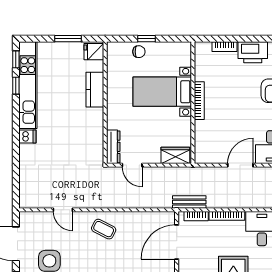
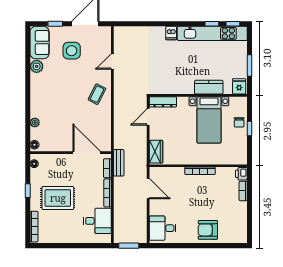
printer: (253, 52) -> (241, 174), moved, width x0.53, depth x0.68
bed with nightstands: (162, 92) -> (209, 120), moved, turned 180
door: (240, 165) -> (148, 189), moved

